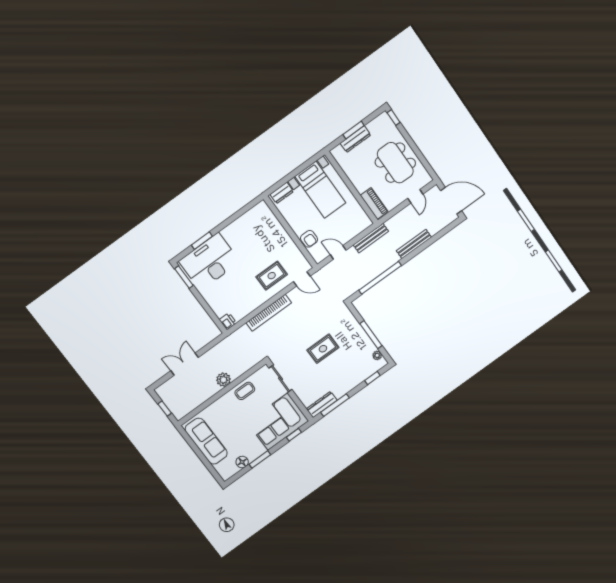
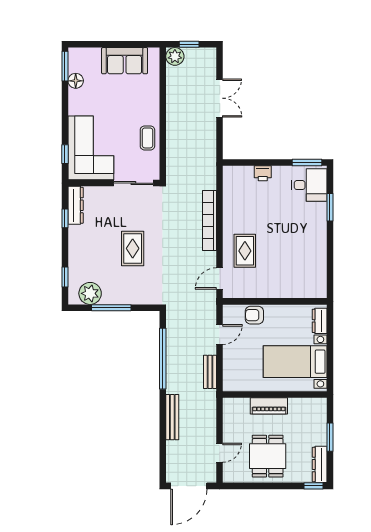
dresser: (355, 139) -> (320, 464), moved
dining table: (395, 163) -> (268, 456), width x0.73
door: (415, 196) -> (220, 453), swing flipped
piano: (374, 203) -> (269, 406), moved
bench: (371, 238) -> (210, 372), width x0.73
desk: (209, 262) -> (309, 185), width x0.53, depth x0.77
printer: (228, 321) -> (263, 173), moved
plant: (377, 355) -> (90, 293), width x1.87, depth x1.87
plant: (223, 380) -> (175, 56), moved
window: (335, 405) -> (65, 218), width x0.46
sofa: (206, 441) -> (125, 61), width x0.73
window: (260, 459) -> (65, 66), moved

